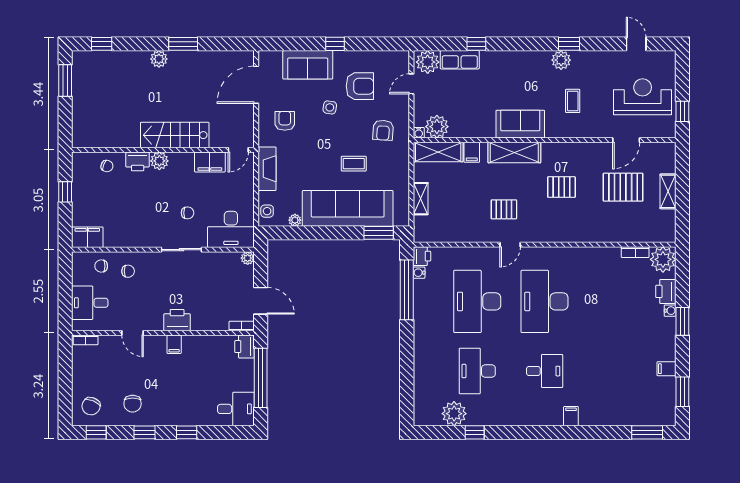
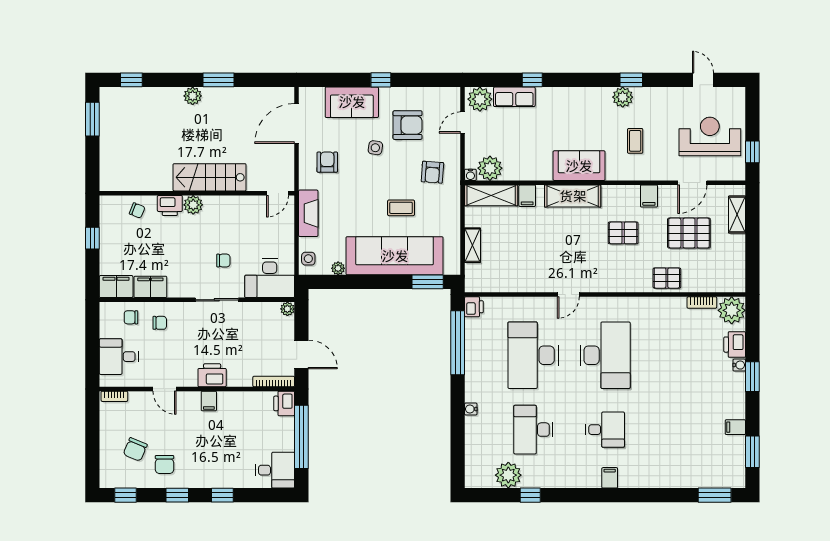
filing cabinet: (586, 153) -> (649, 196), added
filing cabinet: (210, 162) -> (150, 287), moved, turned 180
shelving: (668, 191) -> (737, 215), moved
pallet: (504, 209) -> (667, 278), moved
water cooler: (419, 273) -> (471, 409), moved
desk: (545, 301) -> (605, 355), turned 180
bookcase: (242, 326) -> (274, 381), width x1.56
chair: (91, 406) -> (135, 449), moved
filing cabinet: (571, 416) -> (610, 478), moved

